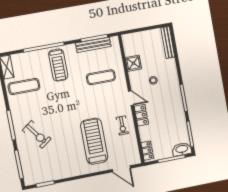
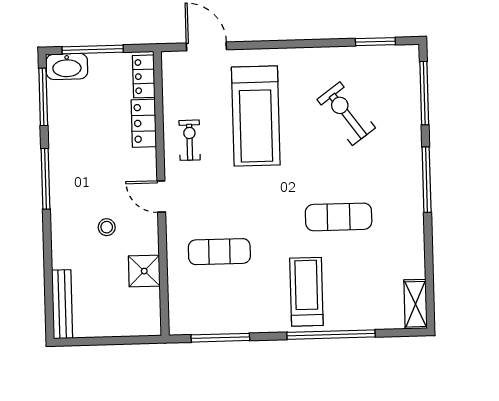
bench: (93, 45) -> (225, 323), removed
exercise mat: (24, 86) -> (339, 217), moved
locker: (141, 115) -> (144, 123), moved
exercise bike: (37, 134) -> (346, 114), moved

